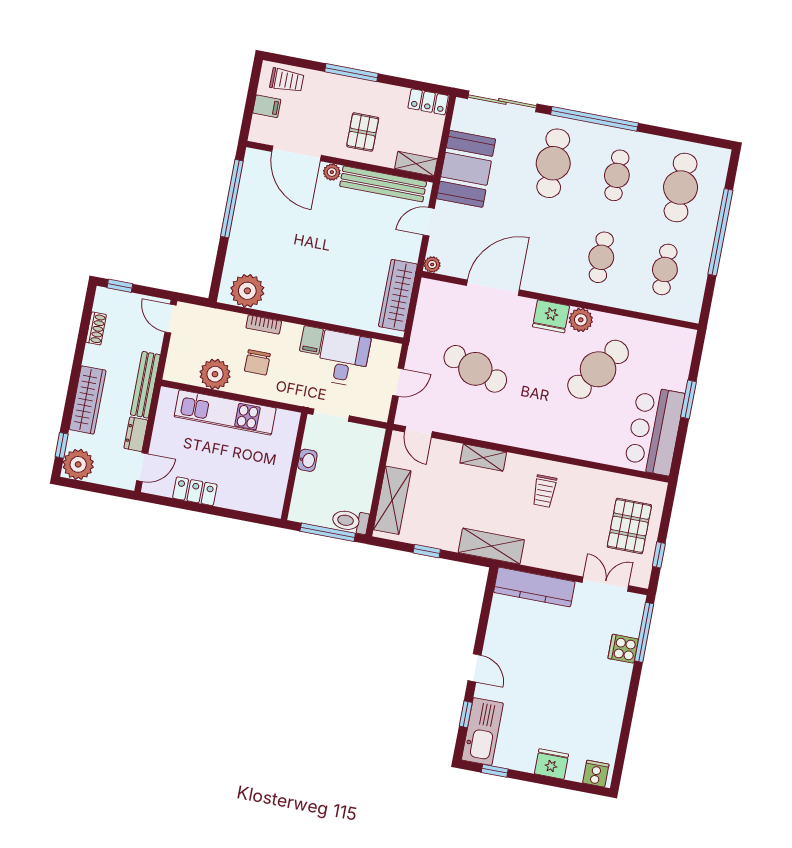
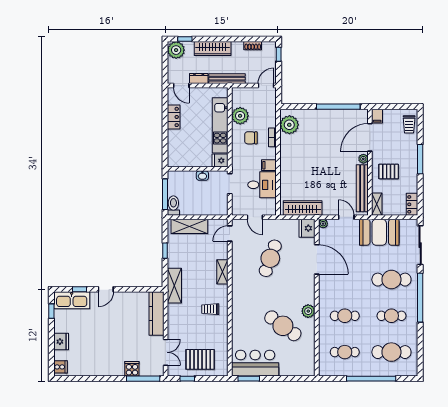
filing cabinet: (267, 106) -> (377, 116), moved
fridge: (551, 316) -> (307, 228), moved
window: (689, 399) -> (249, 379), moved
fridge: (287, 424) -> (220, 161), added

